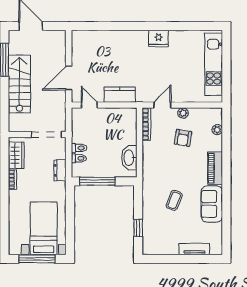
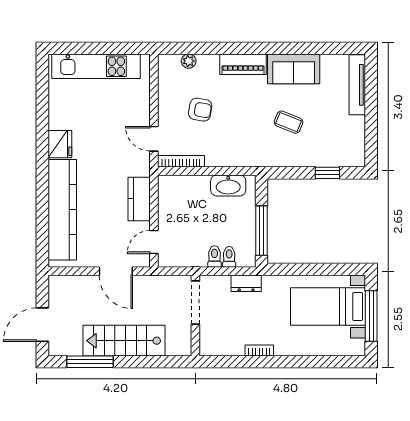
kitchen counter: (112, 40) -> (62, 210), added
plant: (183, 113) -> (165, 110), removed
wardrobe: (16, 155) -> (225, 345), removed
tv unit: (194, 249) -> (357, 85), width x1.41

